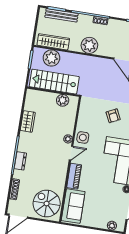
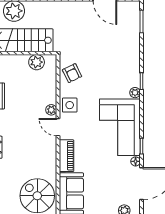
armchair: (113, 116) -> (72, 73), moved
door: (71, 153) -> (58, 127), swing flipped

